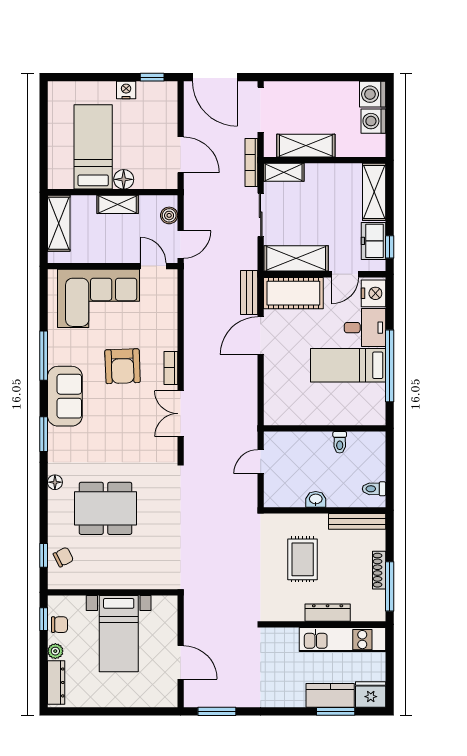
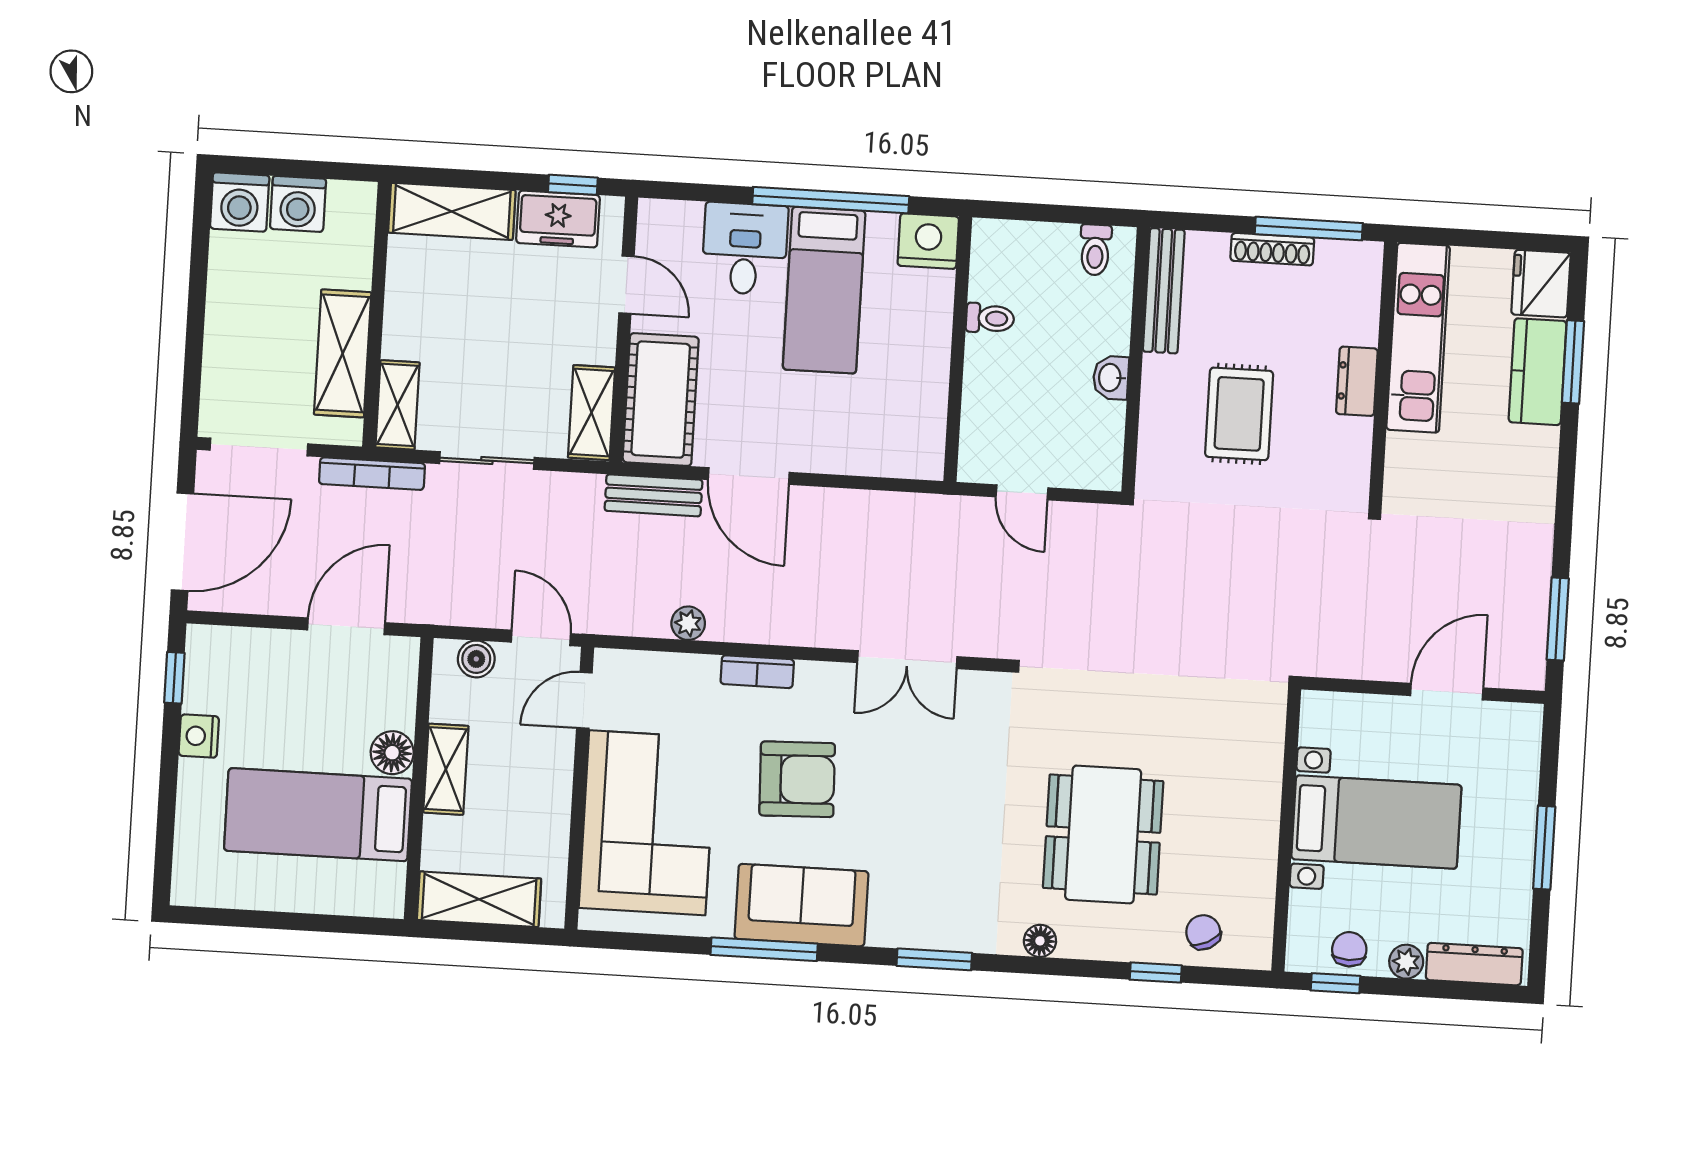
shelving: (296, 258) -> (591, 413), width x0.67, depth x0.75
nightstand: (373, 293) -> (928, 241), moved
plant: (191, 312) -> (688, 623), added
bookcase: (171, 368) -> (757, 672), moved
sofa: (65, 396) -> (802, 905), moved
window: (44, 555) -> (1156, 973), moved
rug: (303, 559) -> (1239, 414), turned 90
dresser: (328, 613) -> (1357, 381), width x0.70
window: (112, 711) -> (1544, 848), added

